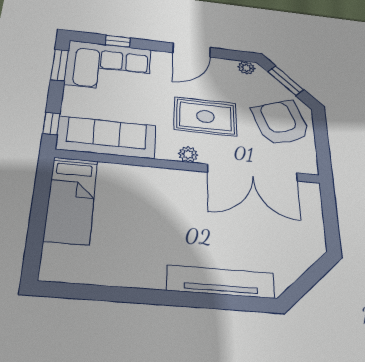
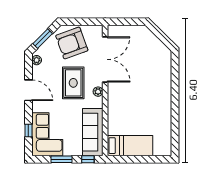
window: (60, 65) -> (62, 159), moved
tv unit: (221, 282) -> (165, 76), removed

